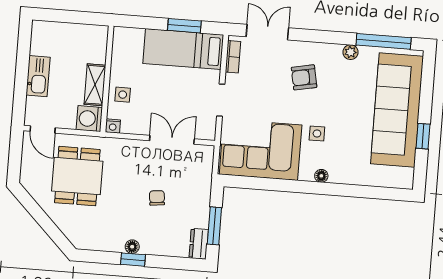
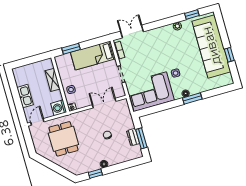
window: (184, 26) -> (71, 49), moved
window: (384, 41) -> (192, 15), width x0.46
armchair: (304, 77) -> (159, 47), removed
shelving: (95, 85) -> (53, 80), moved
door: (43, 130) -> (37, 122), swing flipped
window: (330, 189) -> (192, 98), added
dresser: (199, 244) -> (133, 137), moved
window: (133, 260) -> (95, 174), moved

